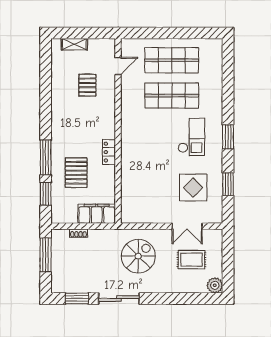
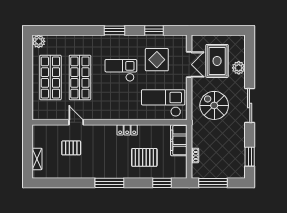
plant: (215, 46) -> (39, 41), added
door: (118, 66) -> (76, 122), moved
checkout: (191, 137) -> (121, 70), moved
window: (46, 157) -> (109, 183), moved
checkout: (141, 195) -> (163, 103), added
rug: (191, 260) -> (217, 61), width x1.36, depth x1.43
plant: (215, 285) -> (239, 68), moved
sliding door: (119, 299) -> (250, 105), moved

